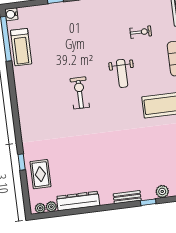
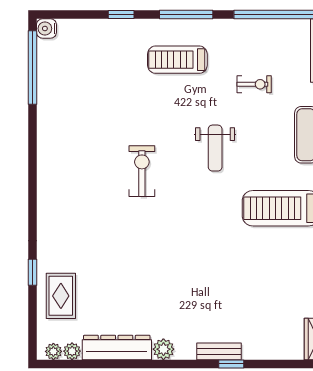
treadmill: (21, 47) -> (177, 60), moved, turned 90
plant: (162, 191) -> (163, 349), moved
bench: (127, 197) -> (219, 351), moved

